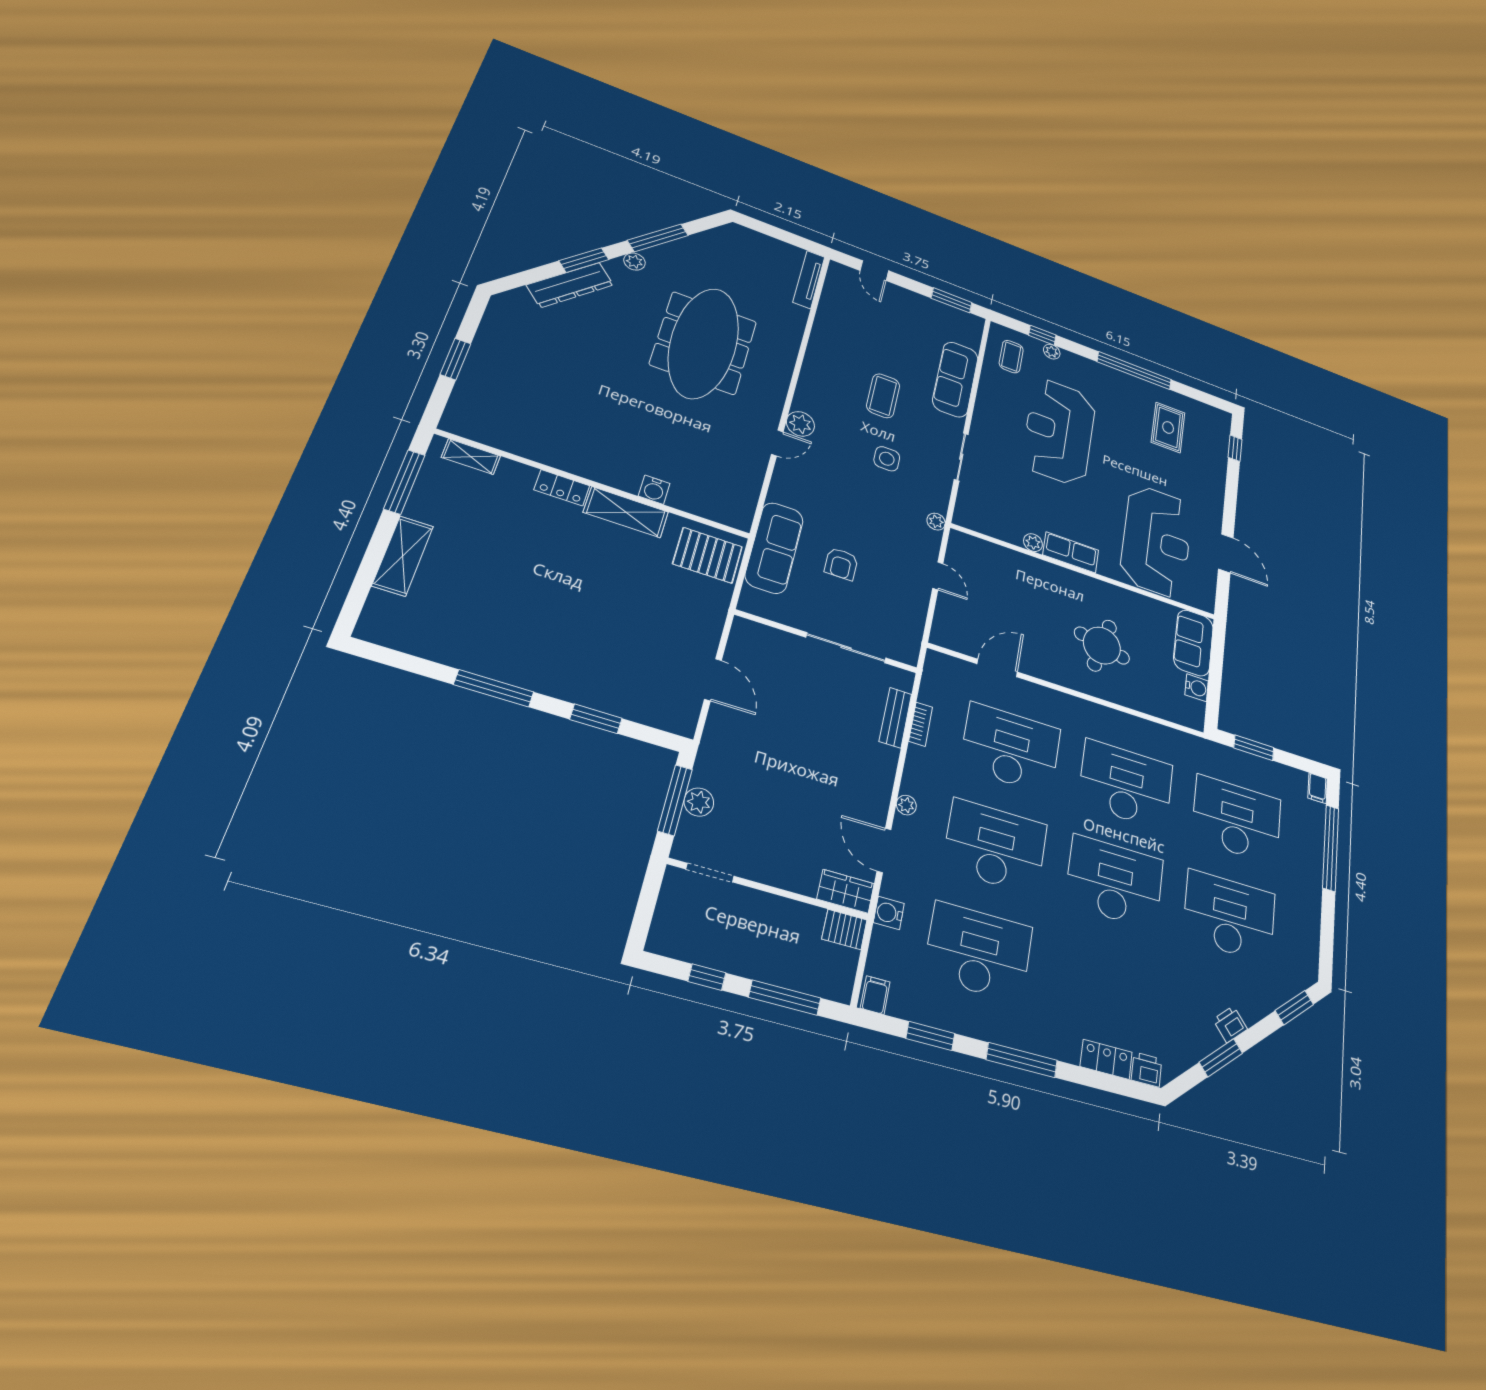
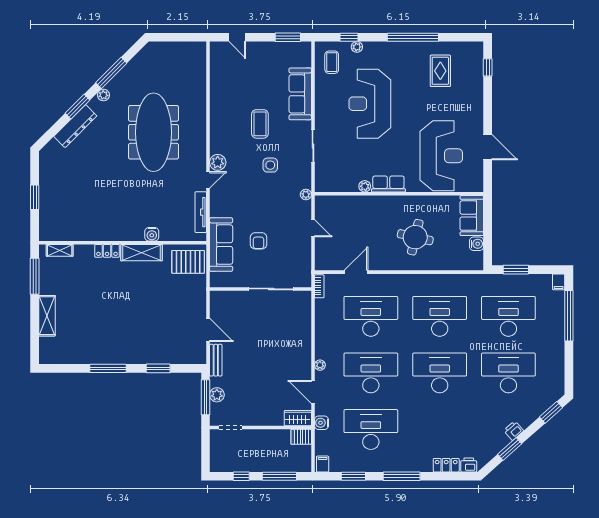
tv unit: (809, 280) -> (201, 212), moved
bench: (895, 718) -> (216, 360), moved
bookcase: (921, 724) -> (319, 286), moved

